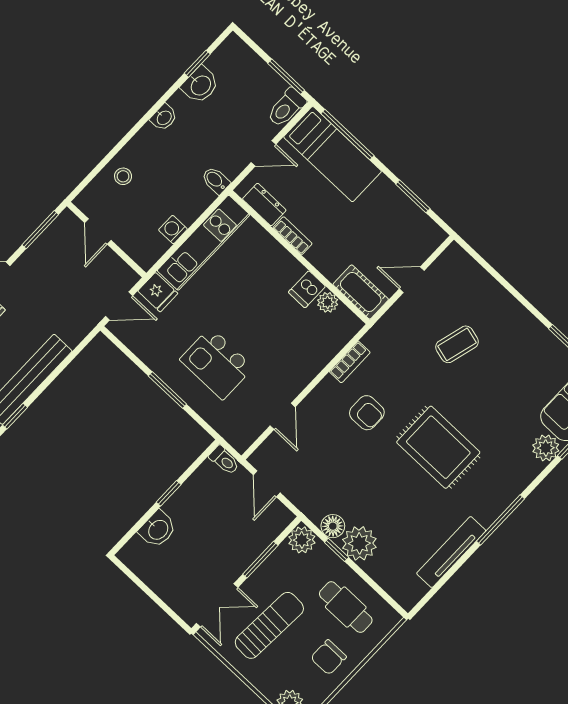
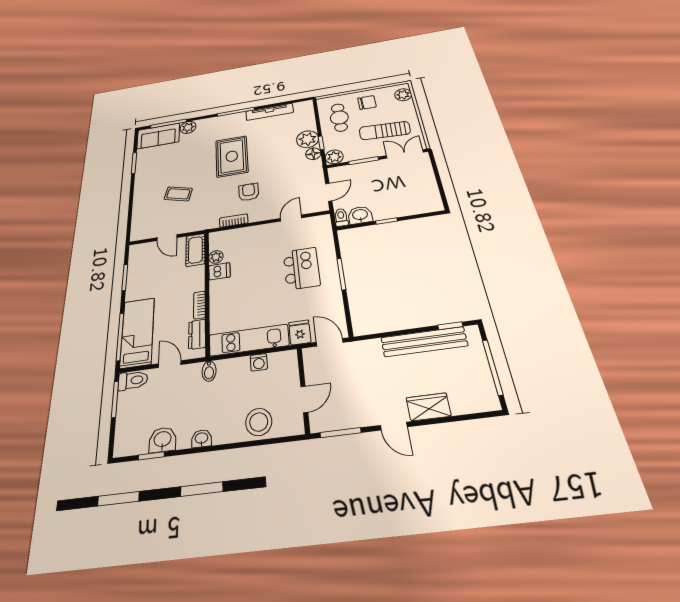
stool: (123, 176) -> (259, 422), width x1.89, depth x1.89
washbasin: (158, 529) -> (360, 215), moved

